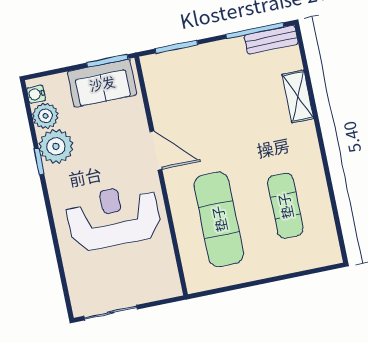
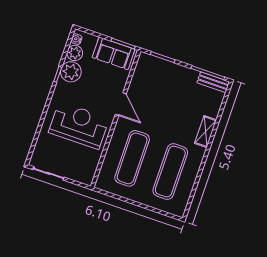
shelving: (298, 96) -> (206, 132), moved
exercise mat: (285, 206) -> (170, 172), width x1.36, depth x1.45

